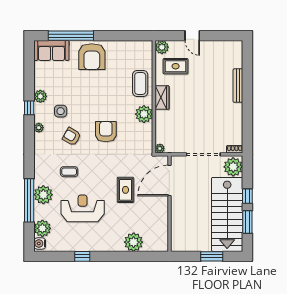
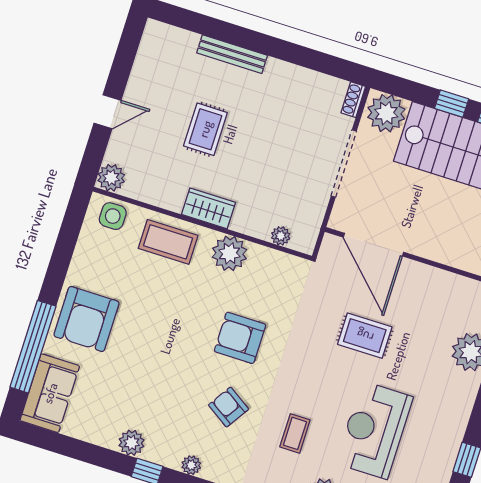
armchair: (92, 57) -> (86, 319), turned 90
rug: (176, 66) -> (205, 129), moved
side table: (61, 111) -> (113, 216), moved
armchair: (72, 137) -> (229, 407), turned 93
plant: (160, 148) -> (281, 236), moved

